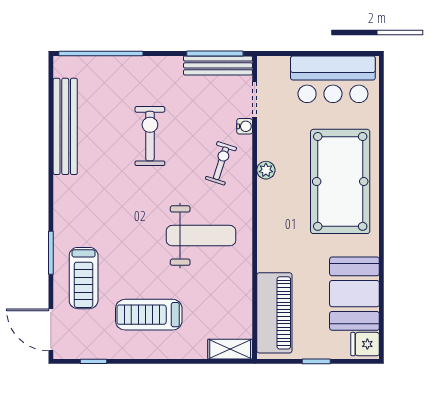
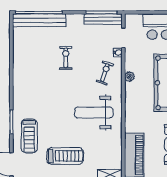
bench: (65, 126) -> (39, 20), moved, turned 90
exercise bike: (150, 136) -> (66, 58), width x0.73, depth x0.72
weight bench: (201, 236) -> (94, 113), turned 180
treadmill: (149, 315) -> (65, 156), turned 180

